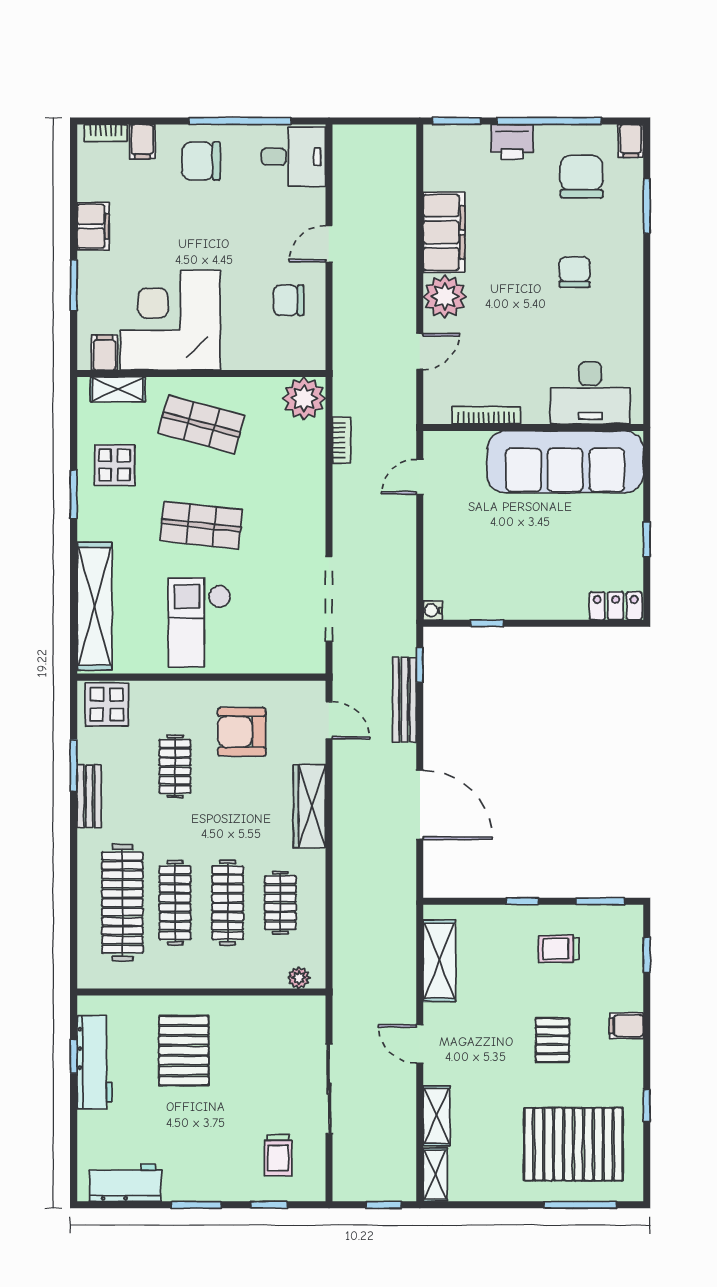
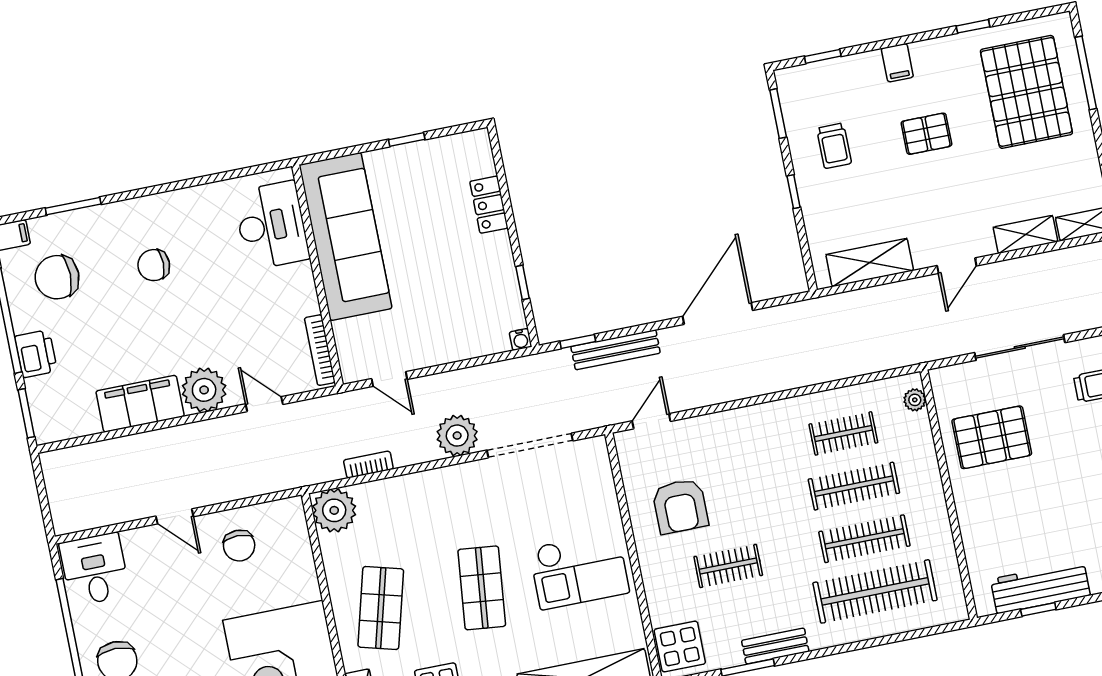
bookcase: (486, 415) -> (320, 350), moved
plant: (352, 531) -> (457, 436), added
locker: (616, 606) -> (489, 205), moved
wardrobe: (310, 806) -> (741, 423), removed
pallet: (184, 1051) -> (992, 437), moved

